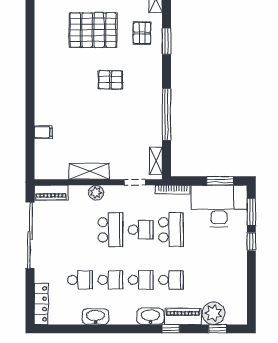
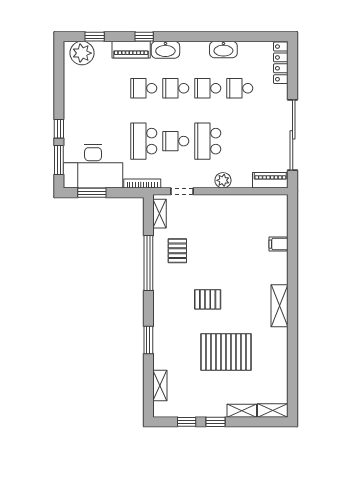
pallet: (142, 33) -> (177, 251), moved
shelving: (89, 171) -> (279, 306), moved, turned 90
plant: (214, 313) -> (82, 53), moved

